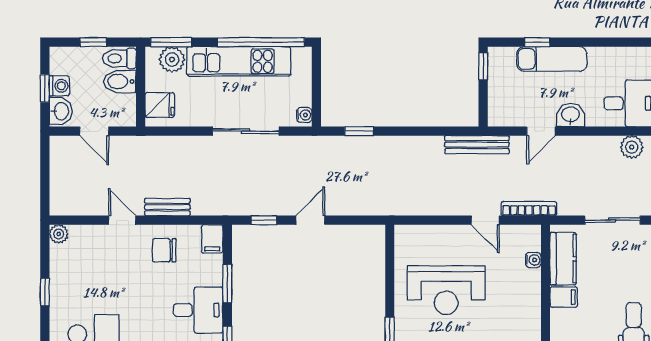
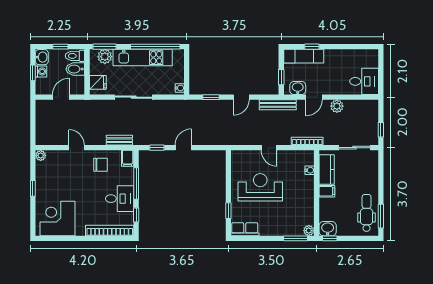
exam couch: (552, 59) -> (304, 56), moved
window: (483, 66) -> (281, 77), moved
washbasin: (61, 111) -> (42, 57), moved
washbasin: (570, 115) -> (298, 88), moved
door: (94, 131) -> (61, 97), swing flipped
sliding door: (246, 131) -> (134, 97), moved
door: (412, 131) -> (241, 97), added
plant: (632, 147) -> (337, 106), moved
bench: (167, 207) -> (119, 140), moved
door: (485, 220) -> (269, 148), moved
chair: (164, 250) -> (100, 165), turned 180
window: (227, 284) -> (136, 184), width x1.44
reception desk: (446, 290) -> (260, 187), turned 180

